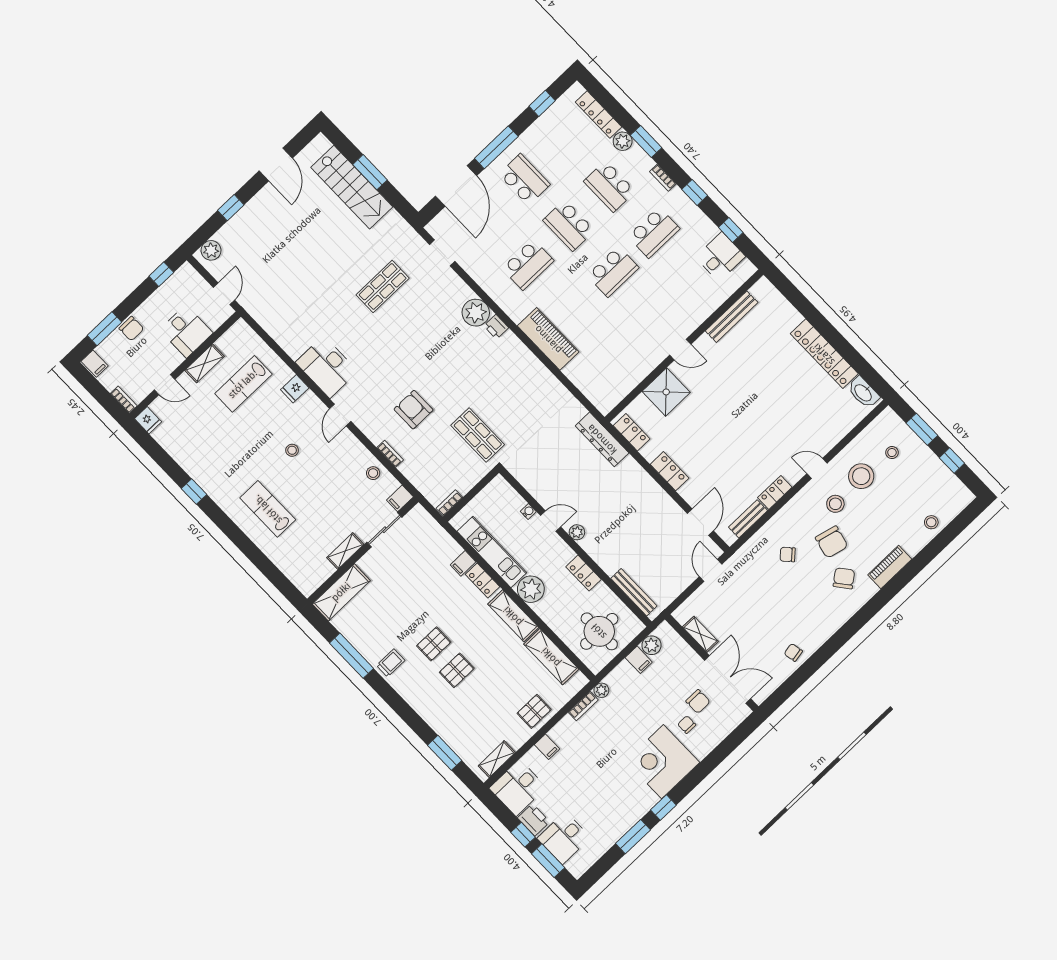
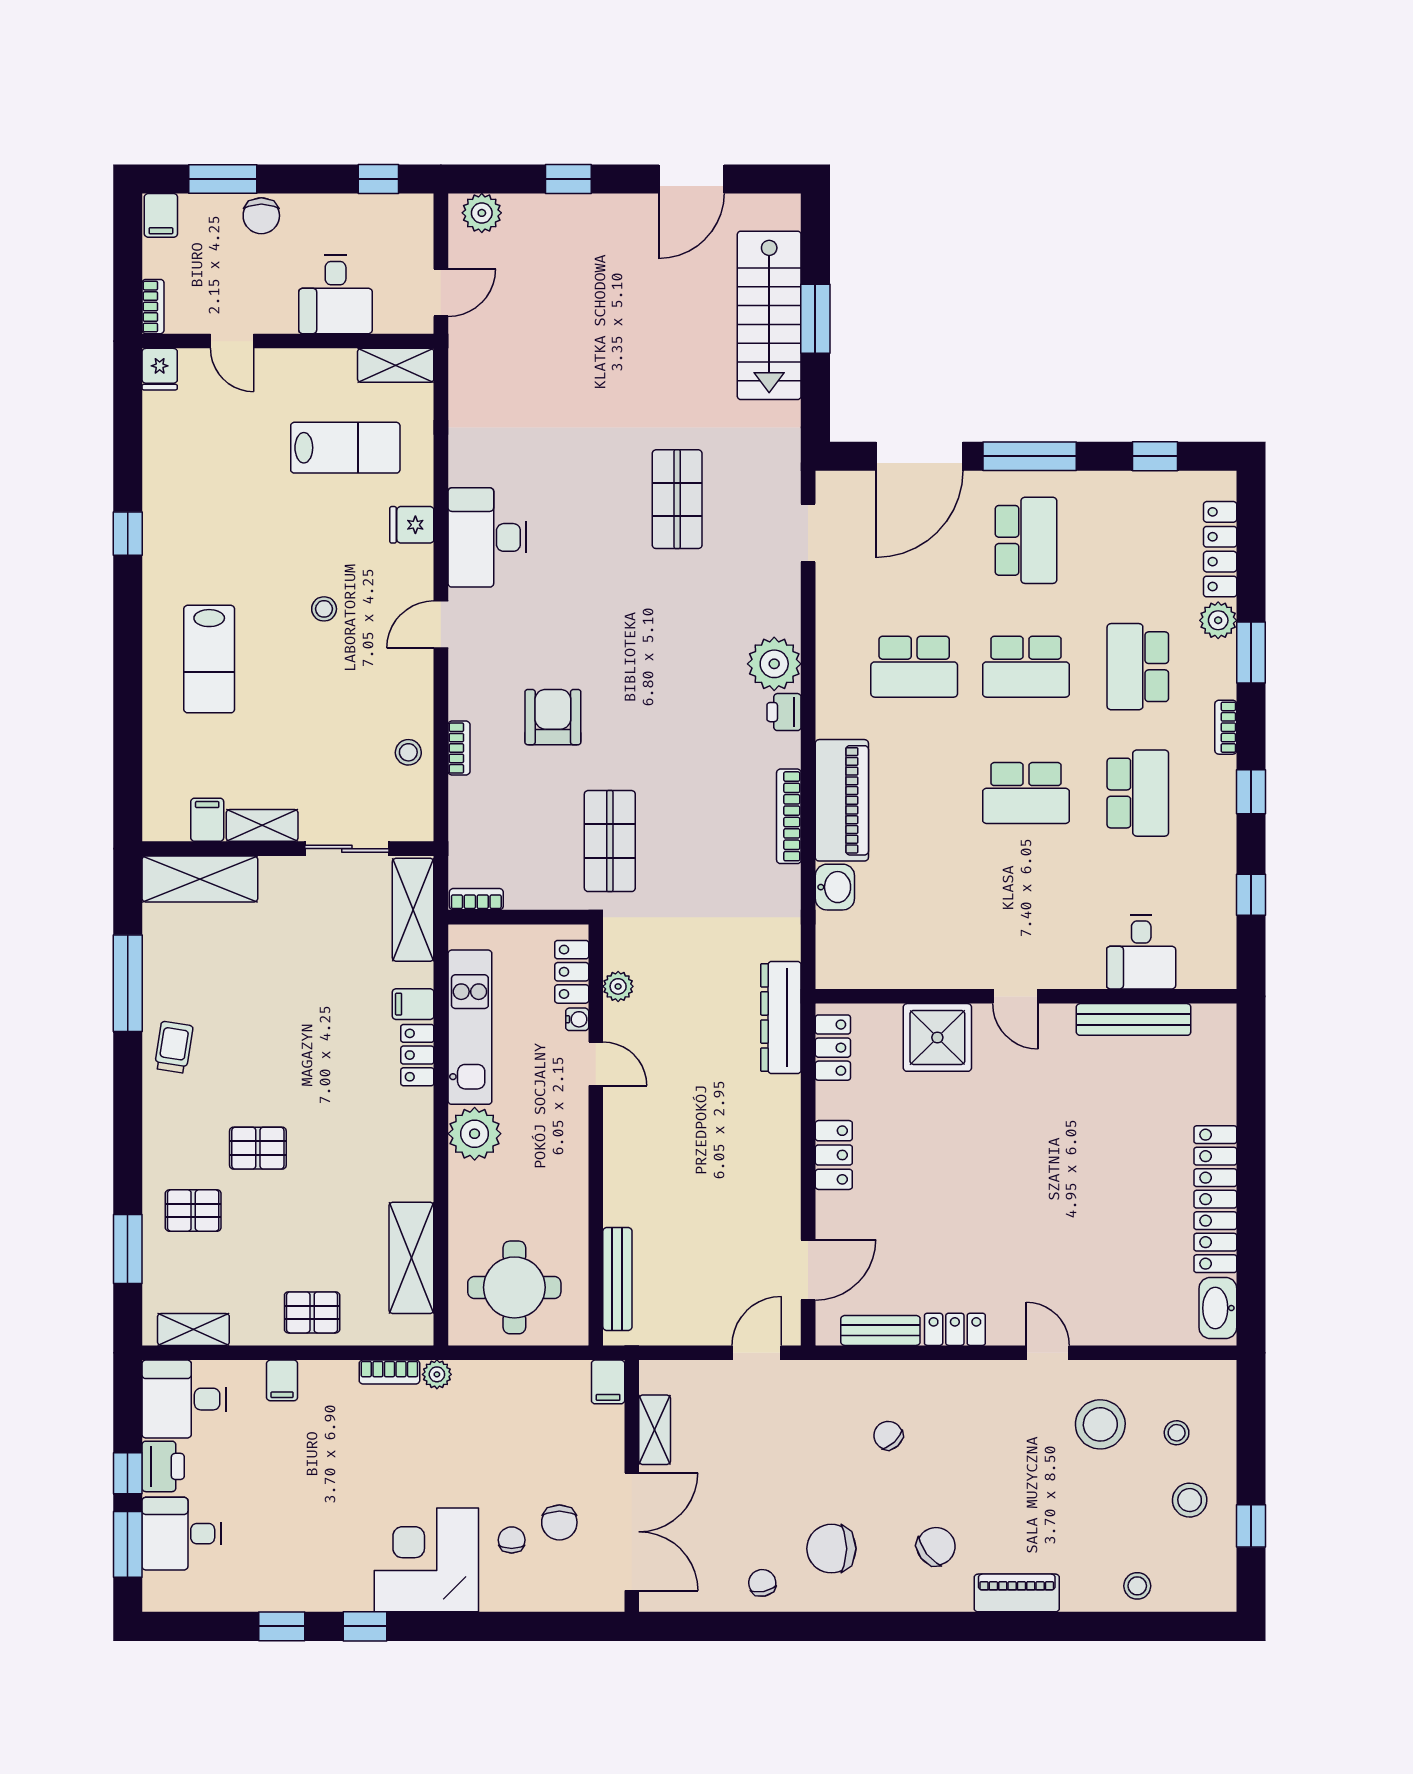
school desk: (569, 225) -> (1026, 667), turned -90
school desk: (654, 232) -> (1138, 793), turned -90
desk: (720, 257) -> (1141, 952), moved, turned 90
shop shelf: (383, 286) -> (677, 499), turned 90
shelving: (205, 363) -> (396, 365), moved
bookcase: (534, 363) -> (789, 816), added
washbasin: (576, 373) -> (835, 887), added
lab bench: (243, 384) -> (345, 448), turned 180
window: (922, 429) -> (1251, 1440), removed
filing cabinet: (400, 498) -> (207, 820), moved, turned 90
stool: (835, 504) -> (1190, 1500), moved
lab bench: (268, 509) -> (209, 659), turned 180
plant: (577, 532) -> (618, 986), moved
chair: (832, 542) -> (831, 1549), moved, turned 76
locker: (584, 573) -> (572, 972), moved
shelving: (513, 616) -> (413, 910), moved
pallet: (434, 644) -> (193, 1211), moved
plant: (651, 645) -> (570, 1379), removed
filing cabinet: (639, 660) -> (608, 1382), moved
trolley: (391, 663) -> (174, 1047), turned -81
window: (633, 837) -> (282, 1626), width x0.67

